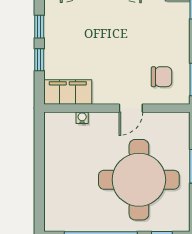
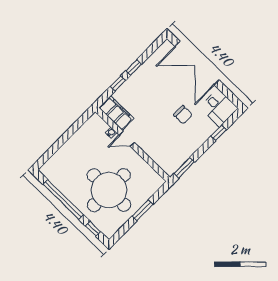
chair: (162, 77) -> (183, 115), moved
door: (131, 108) -> (127, 139), moved

